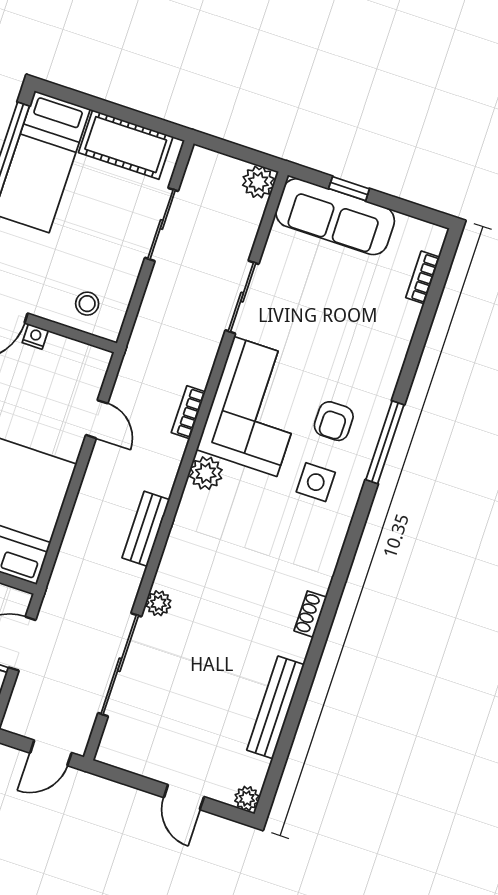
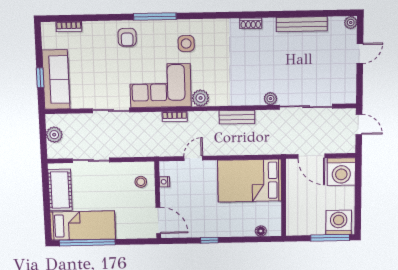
plant: (258, 182) -> (54, 135), moved
nightstand: (35, 337) -> (164, 182), moved
armchair: (334, 421) -> (127, 37), moved, turned 90

